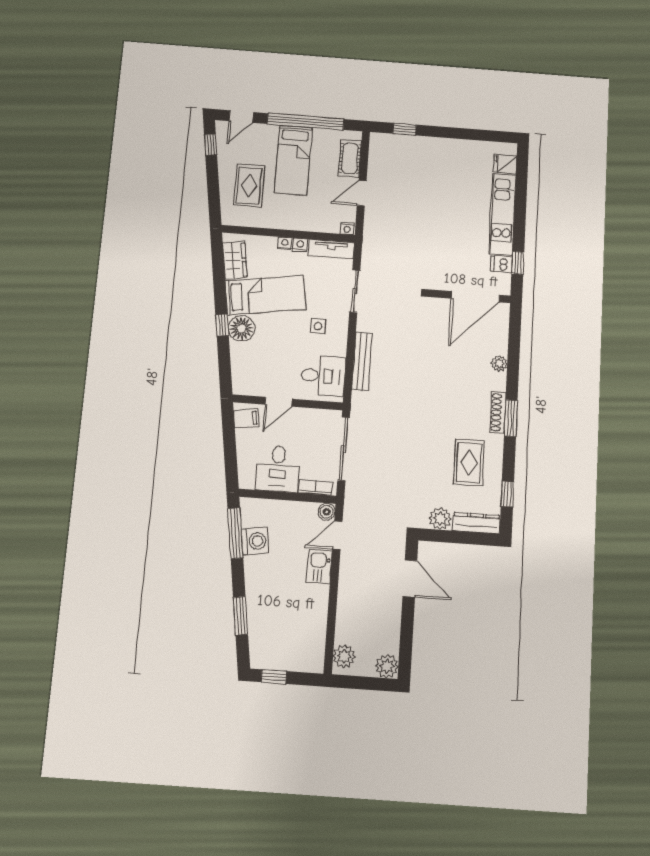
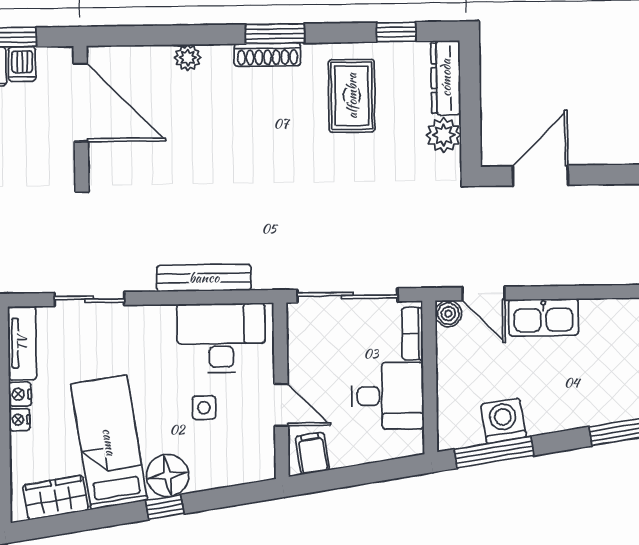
side table: (318, 326) -> (204, 408), moved
desk: (323, 376) -> (221, 338), width x1.37
rug: (469, 463) -> (352, 96), turned 90
kitchen sink: (319, 567) -> (543, 317), width x1.38

